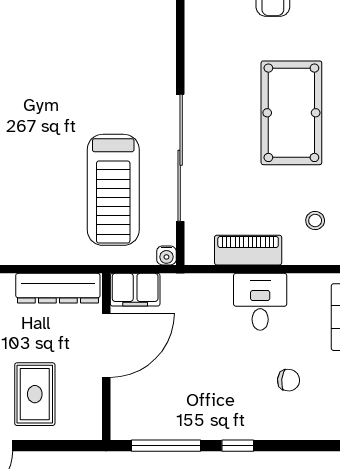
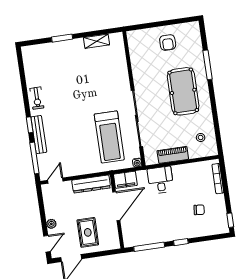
desk: (260, 302) -> (160, 180), moved

